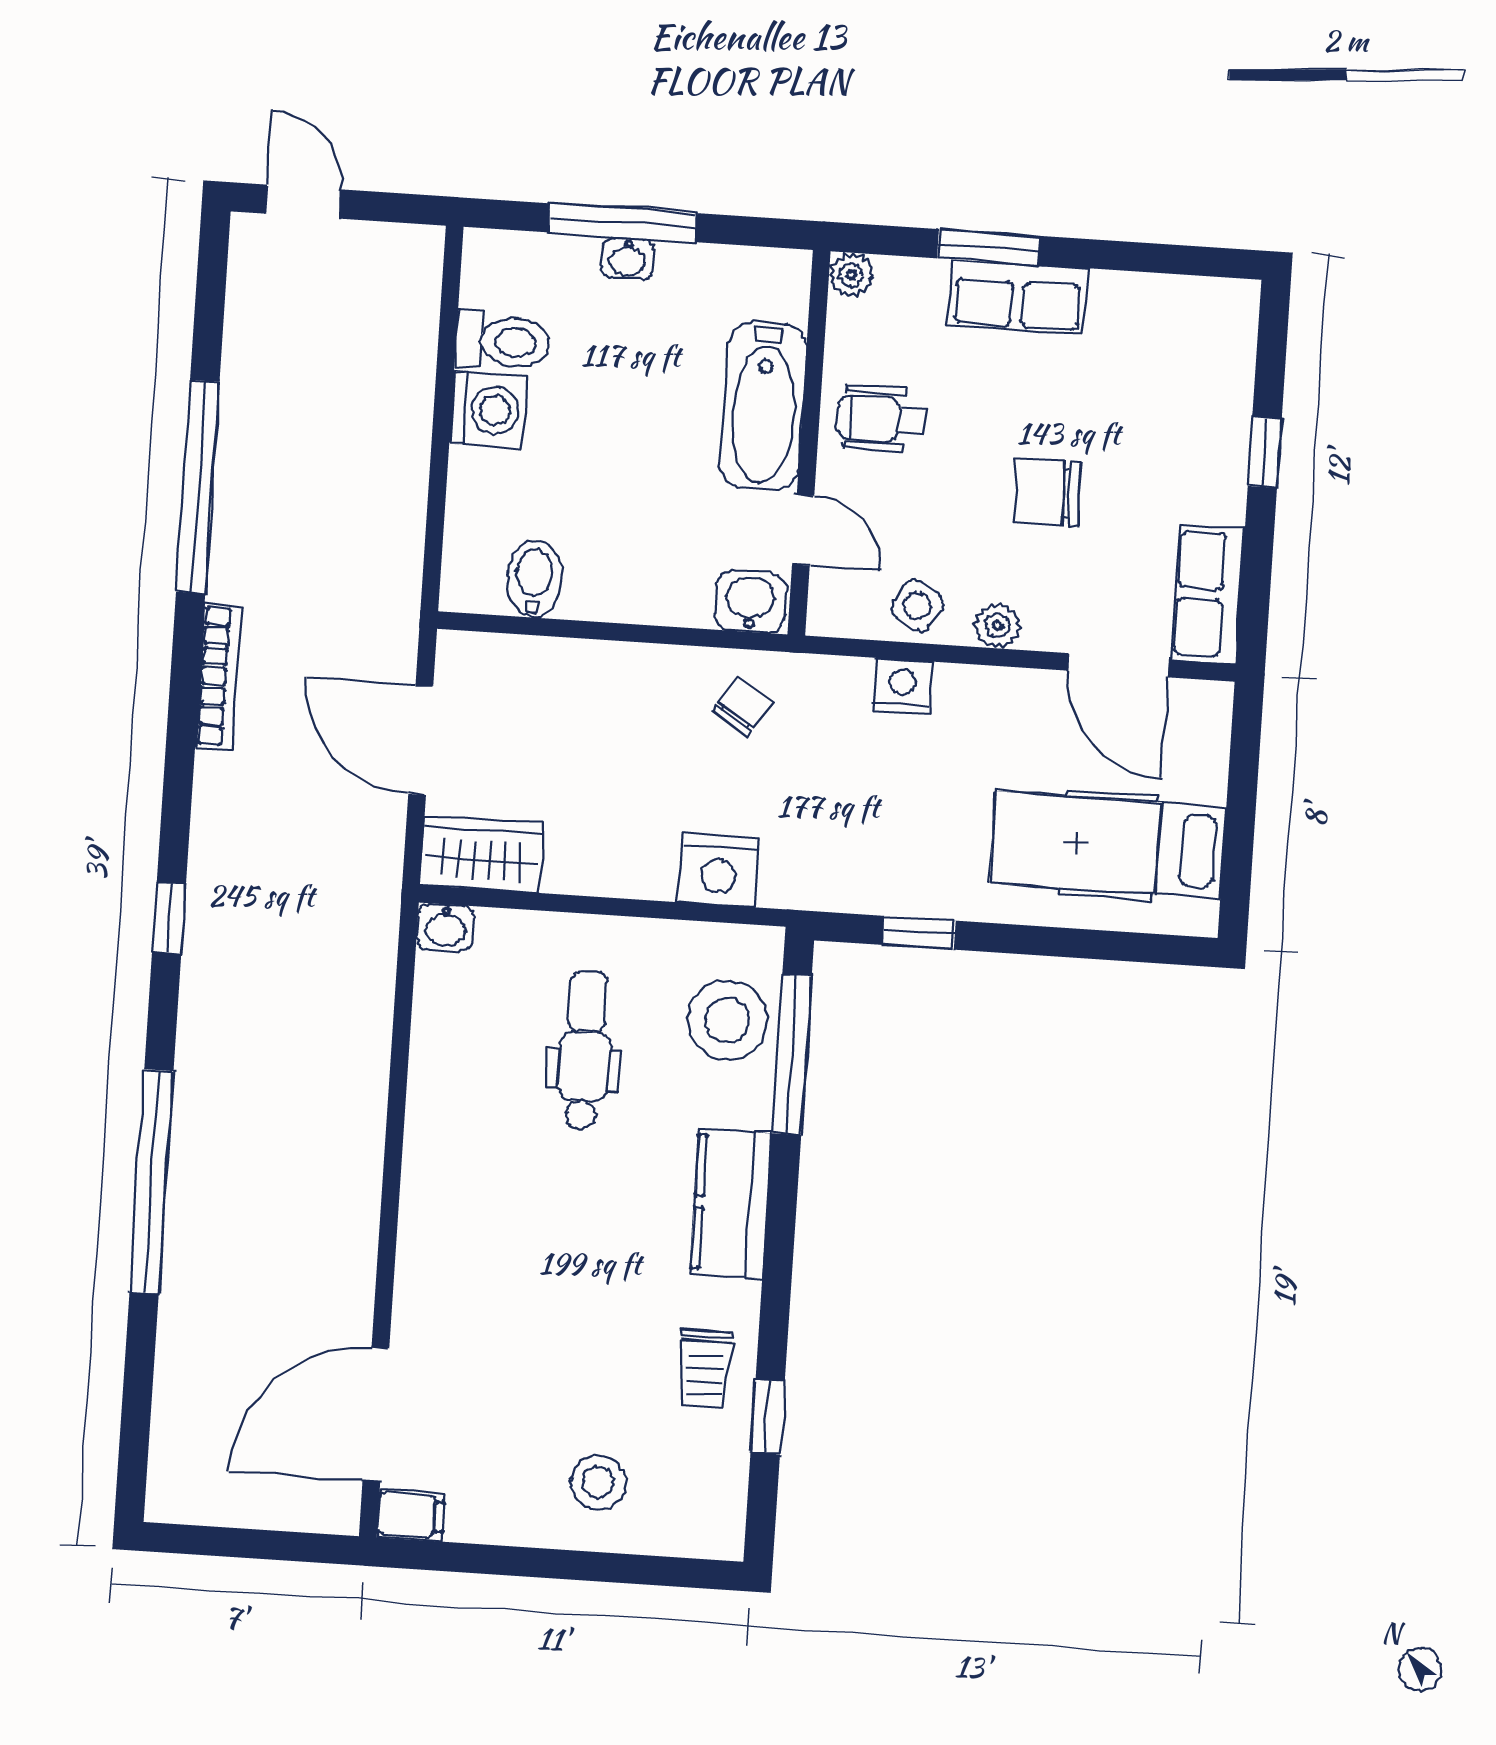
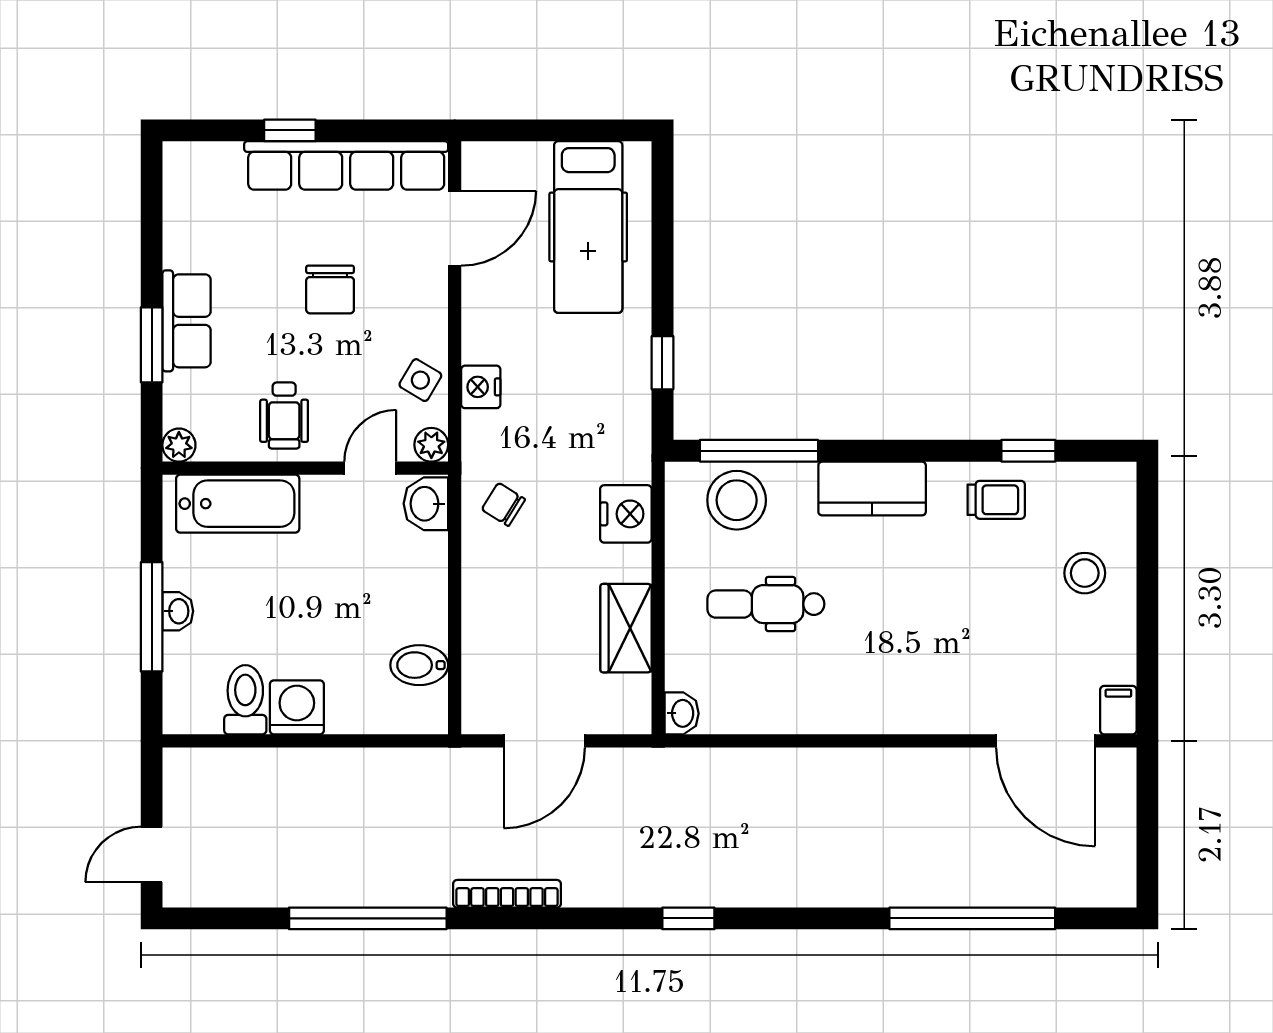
bathtub: (763, 406) -> (238, 504), moved
row of seats: (1208, 594) -> (346, 165), width x2.02
plant: (998, 626) -> (431, 445), moved
wardrobe: (482, 854) -> (626, 628), moved
window: (152, 1182) -> (972, 918), moved

